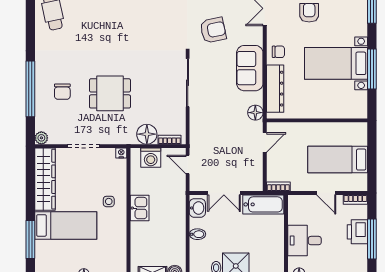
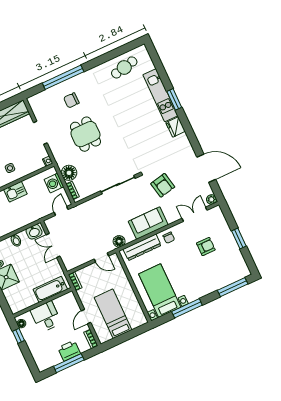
bed with nightstands: (336, 63) -> (160, 291), moved
plant: (41, 138) -> (32, 101), removed
bathtub: (263, 204) -> (50, 289), moved, turned 90

